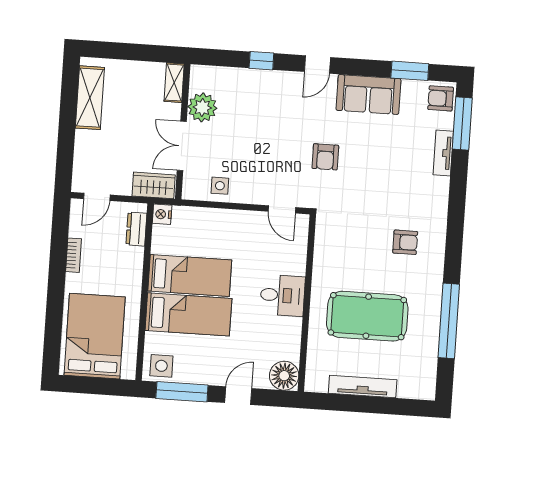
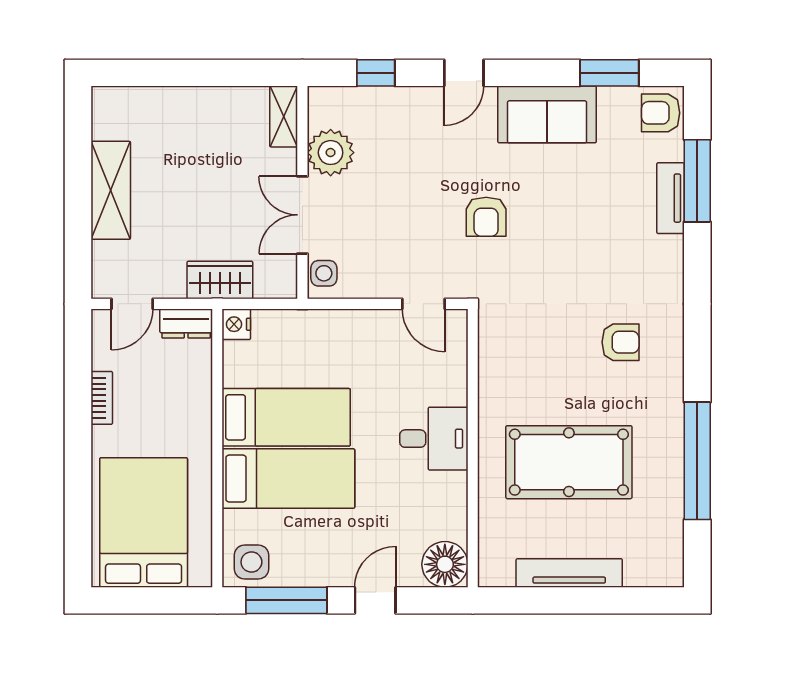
shelving: (174, 83) -> (284, 116), moved
shelving: (90, 98) -> (111, 190), moved
plant: (202, 107) -> (331, 153), moved
window: (462, 124) -> (697, 181), moved
wall: (183, 132) -> (302, 192), moved
double door: (182, 146) -> (302, 215), moved
dresser: (136, 229) -> (186, 323), moved, turned -90

